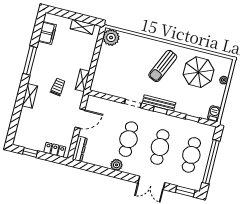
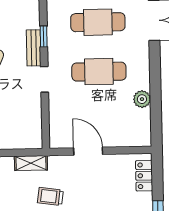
bench: (159, 103) -> (34, 48), width x0.73
dresser: (80, 149) -> (133, 140), removed
plant: (116, 165) -> (142, 99), moved

